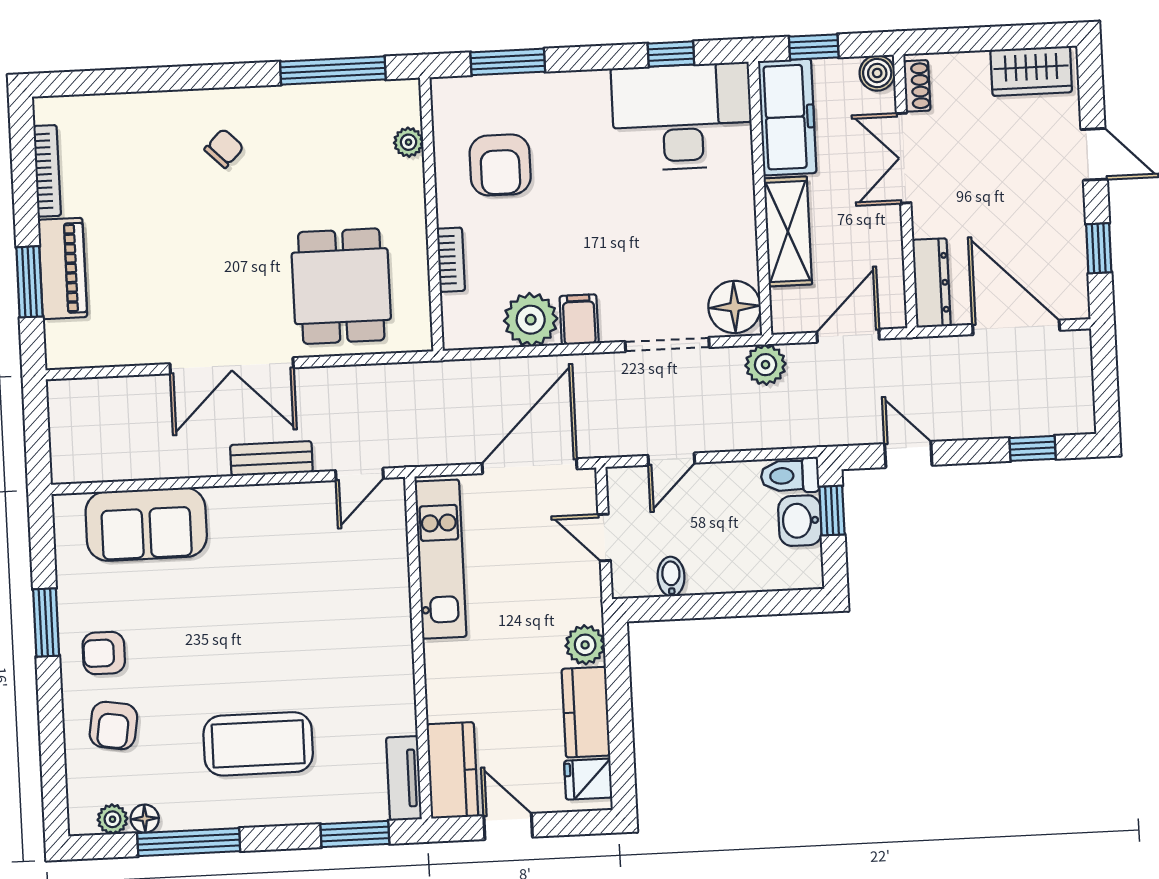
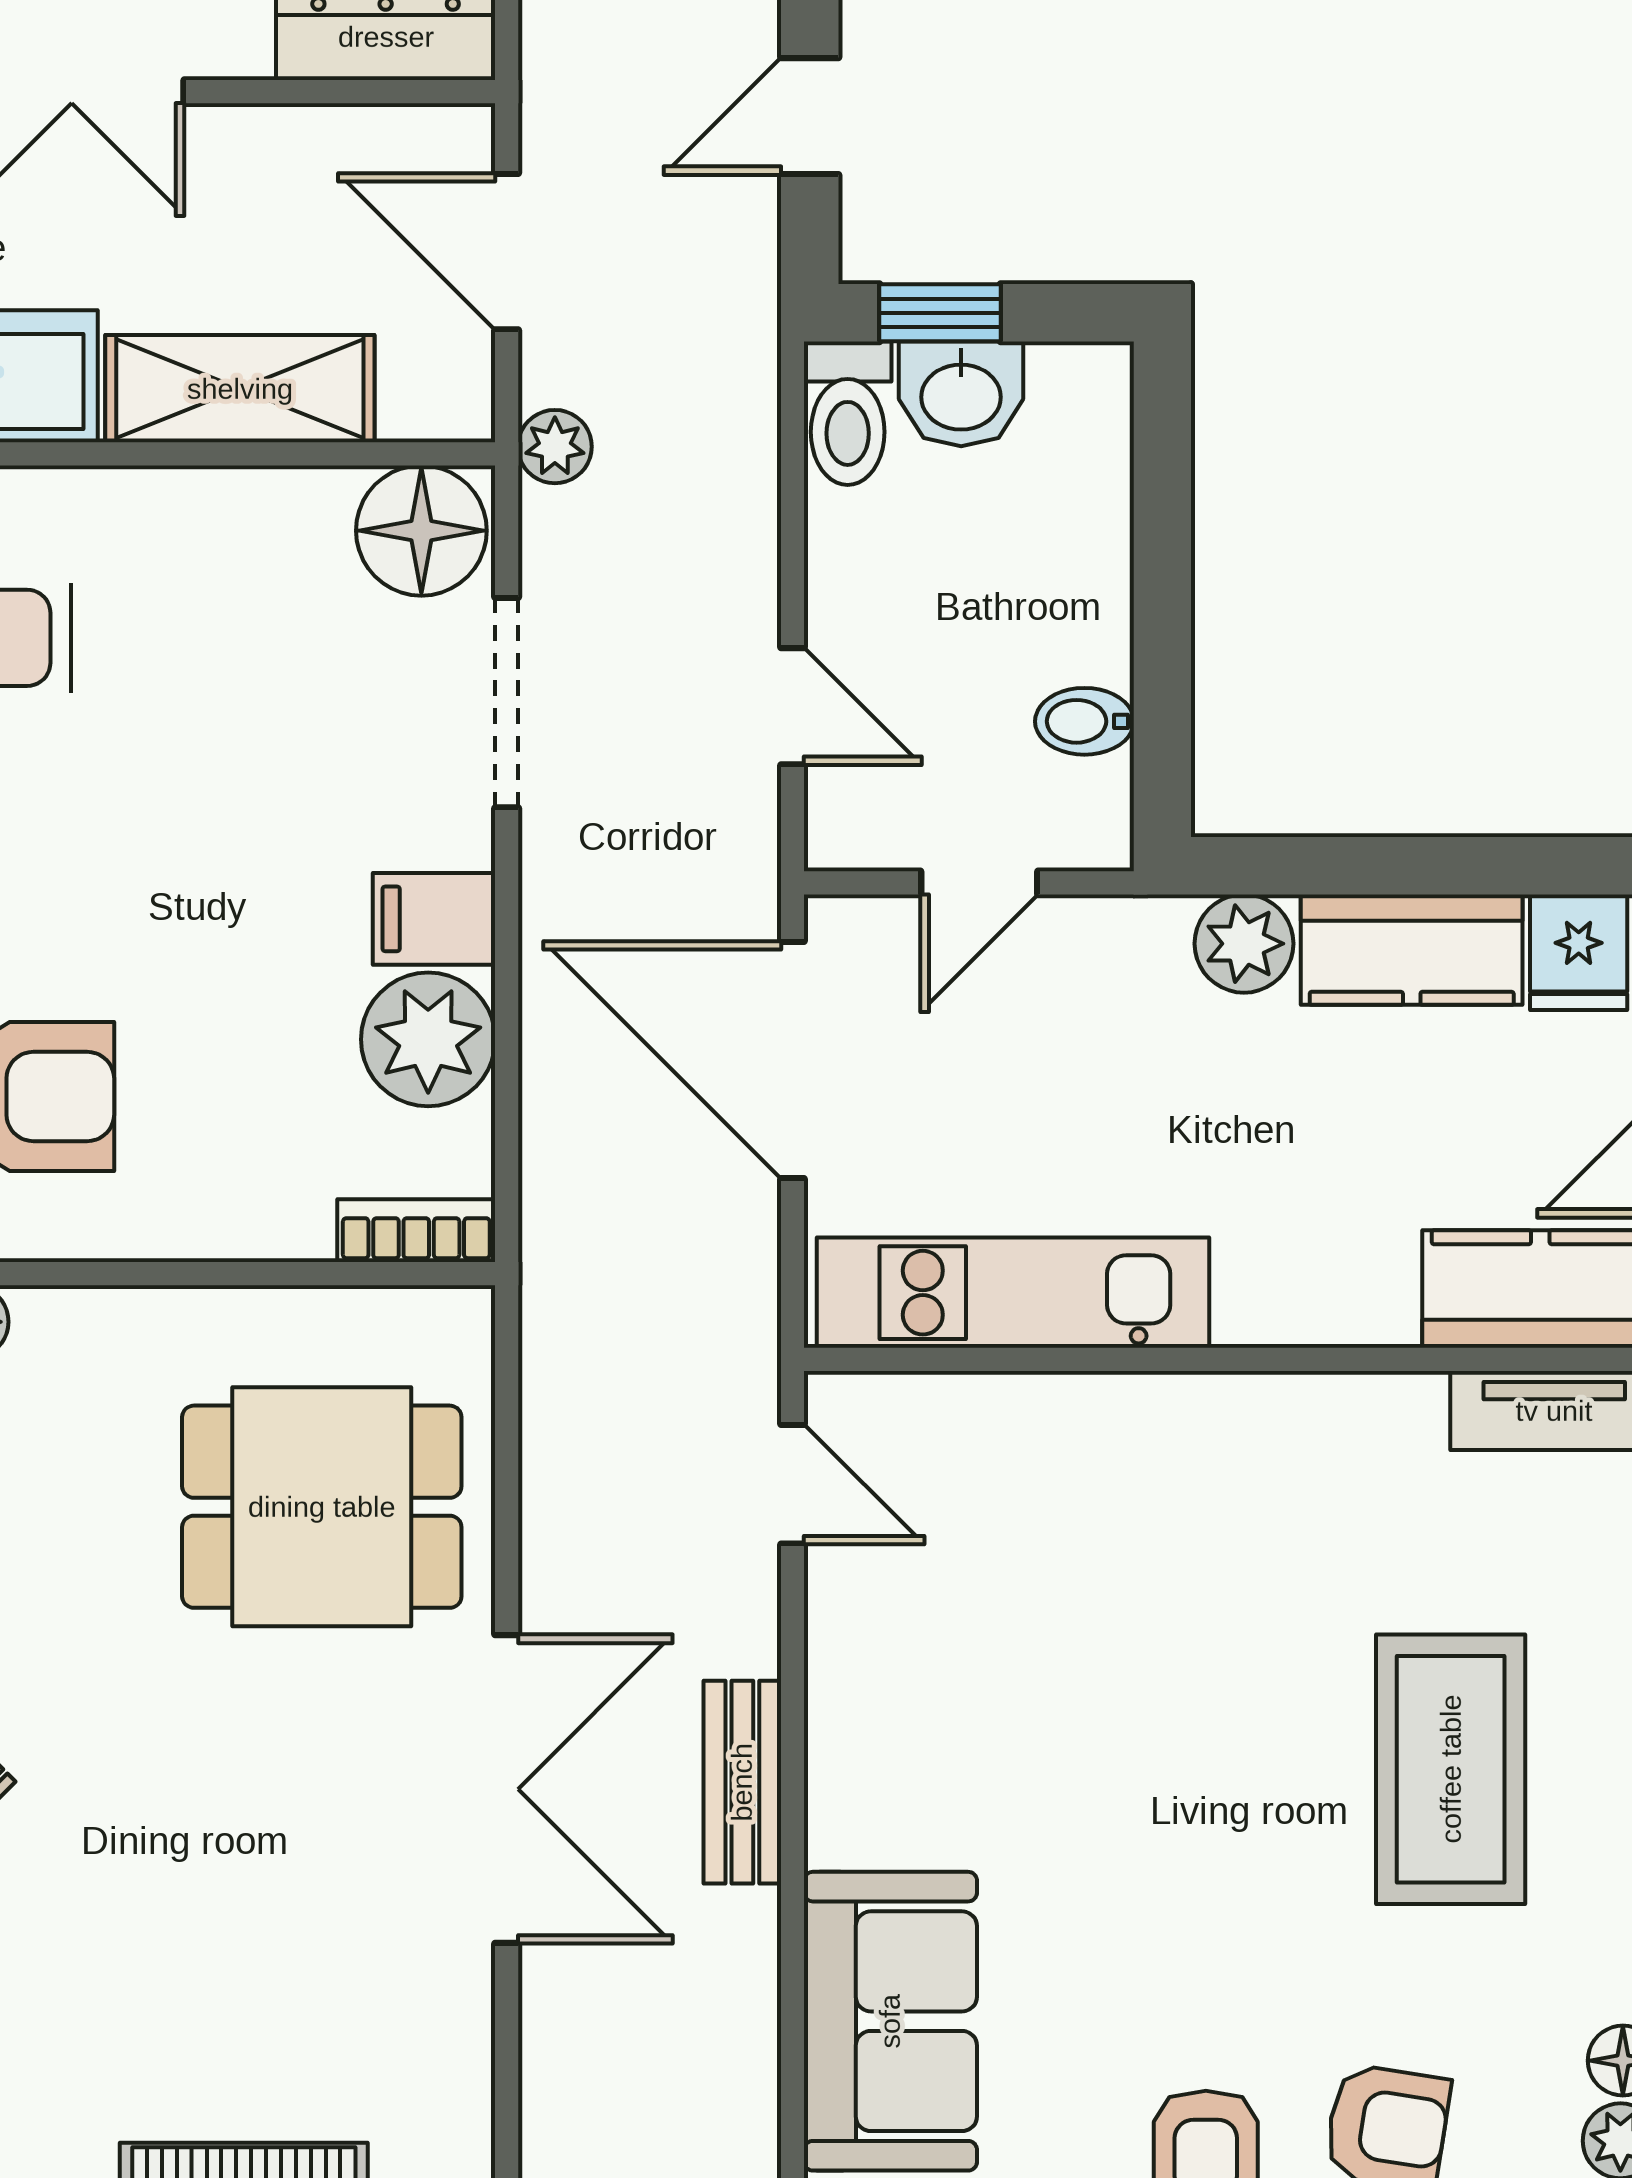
bookcase: (451, 260) -> (416, 1231), moved
plant: (766, 365) -> (555, 447), width x0.73, depth x0.73
bench: (271, 459) -> (742, 1782), moved

